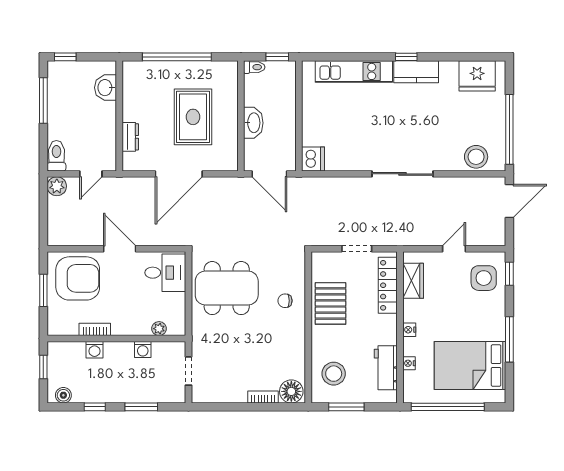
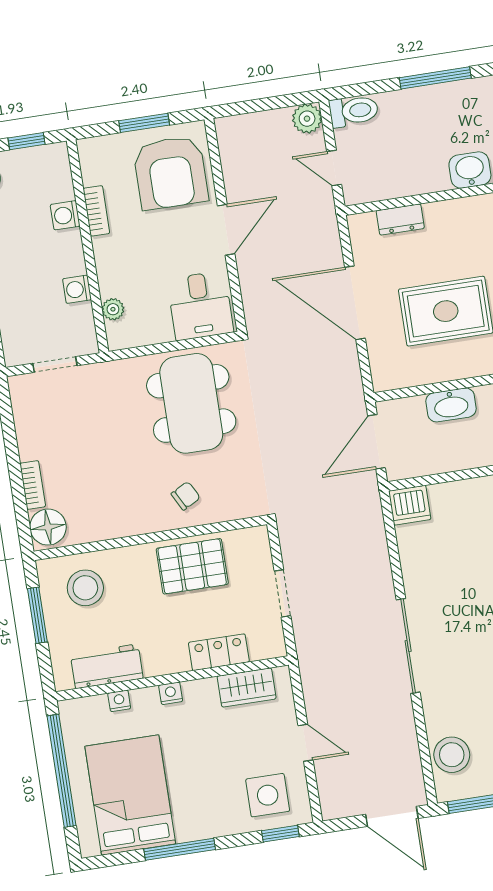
locker: (388, 285) -> (219, 652), width x0.66
chair: (285, 301) -> (186, 496), turned 62

